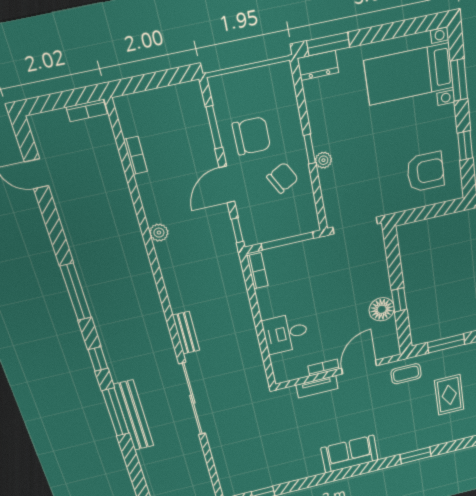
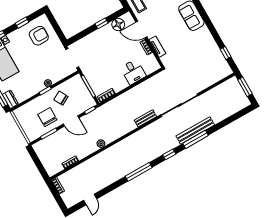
armchair: (425, 172) -> (39, 36), turned 90
floor lamp: (382, 309) -> (118, 25), moved

